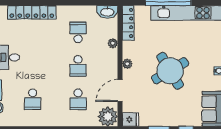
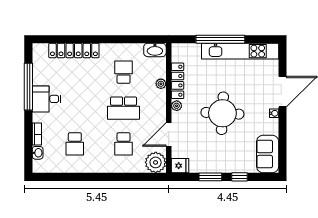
locker: (128, 23) -> (178, 81), moved
school desk: (78, 66) -> (124, 108), width x1.85
round table: (170, 71) -> (222, 113), turned 34

